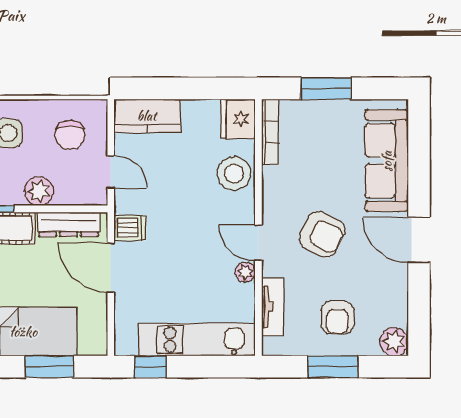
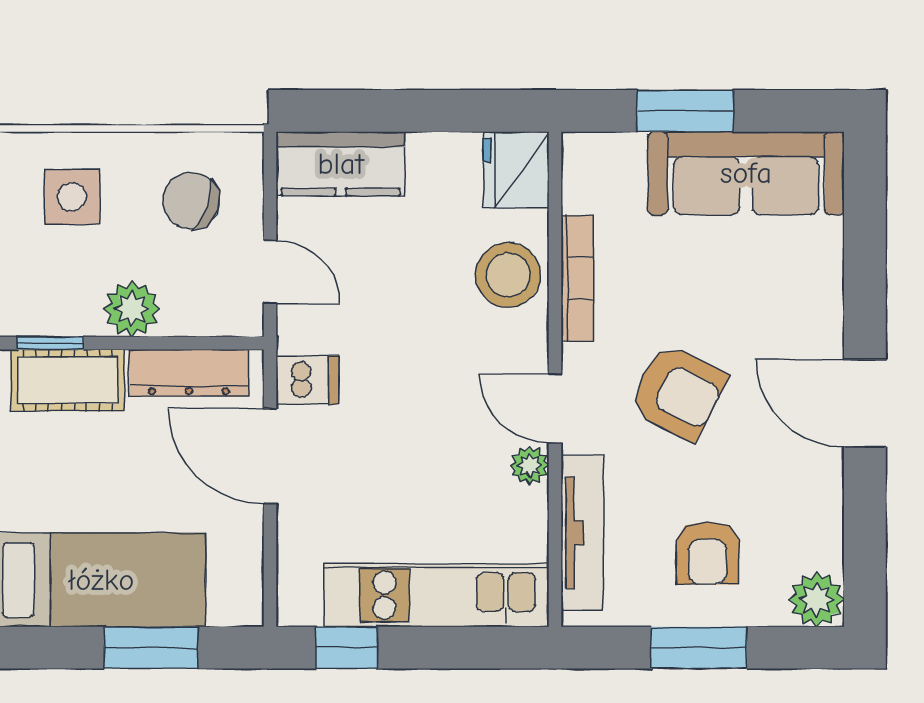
bookcase: (270, 132) -> (577, 278), moved
chair: (70, 135) -> (191, 201), turned 110
sofa: (387, 161) -> (746, 173), moved, turned -90
tv unit: (273, 307) -> (582, 533), width x1.41

